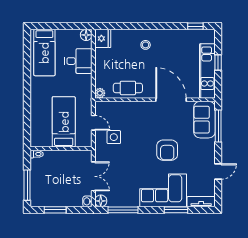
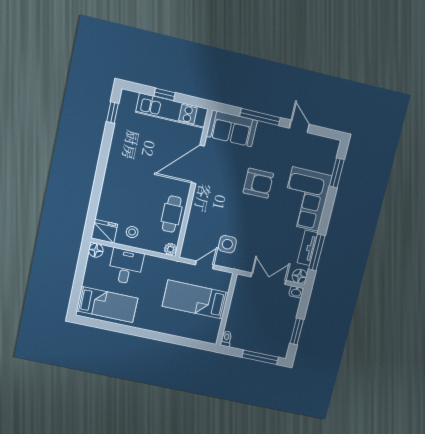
stool: (146, 45) -> (132, 232), moved
window: (218, 126) -> (260, 117), moved
tv unit: (201, 202) -> (307, 248), moved
window: (176, 210) -> (337, 173), moved

